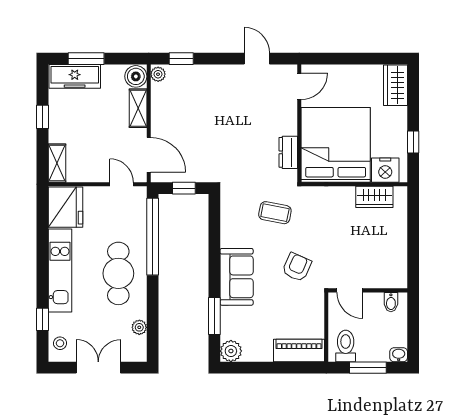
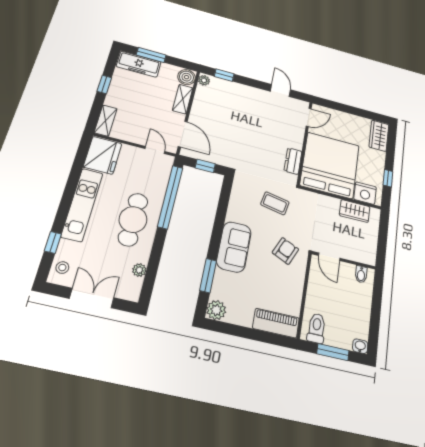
door: (350, 290) -> (329, 257), moved
wall: (368, 290) -> (344, 260), moved
bidet: (391, 302) -> (361, 274), moved

